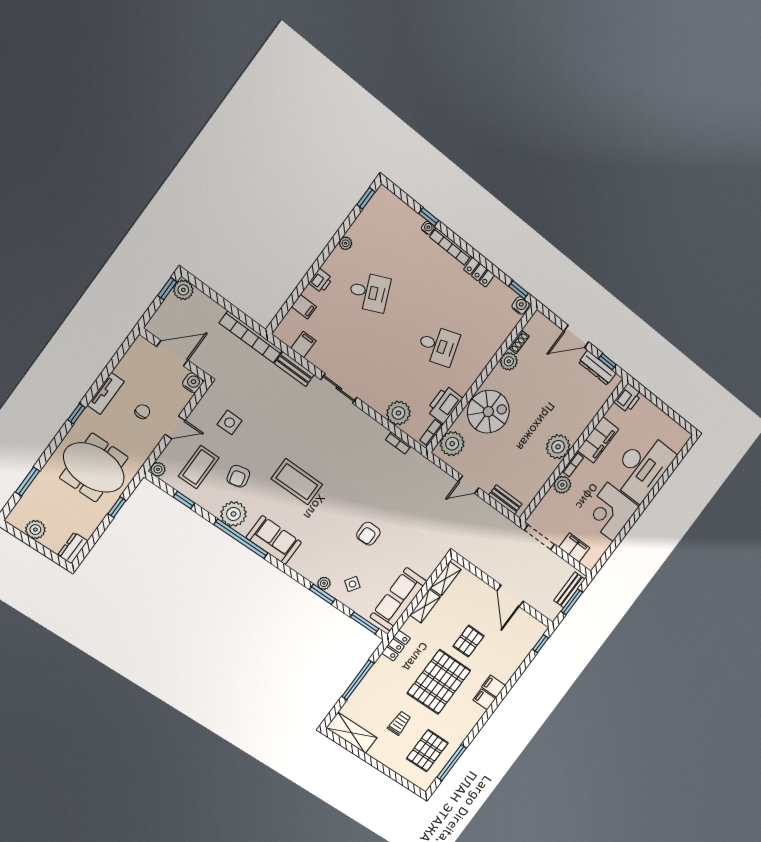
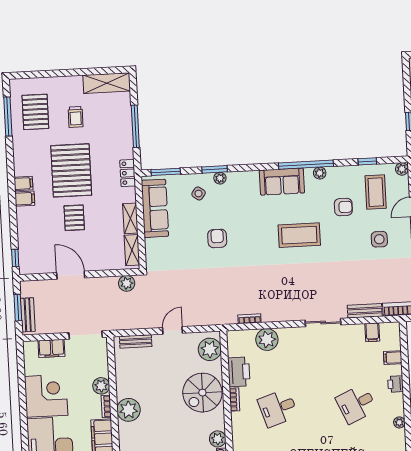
bookcase: (431, 433) -> (234, 400), moved
armchair: (238, 476) -> (343, 207), turned 104
plant: (234, 514) -> (320, 173), width x0.53, depth x0.53
plant: (472, 554) -> (127, 283), added

